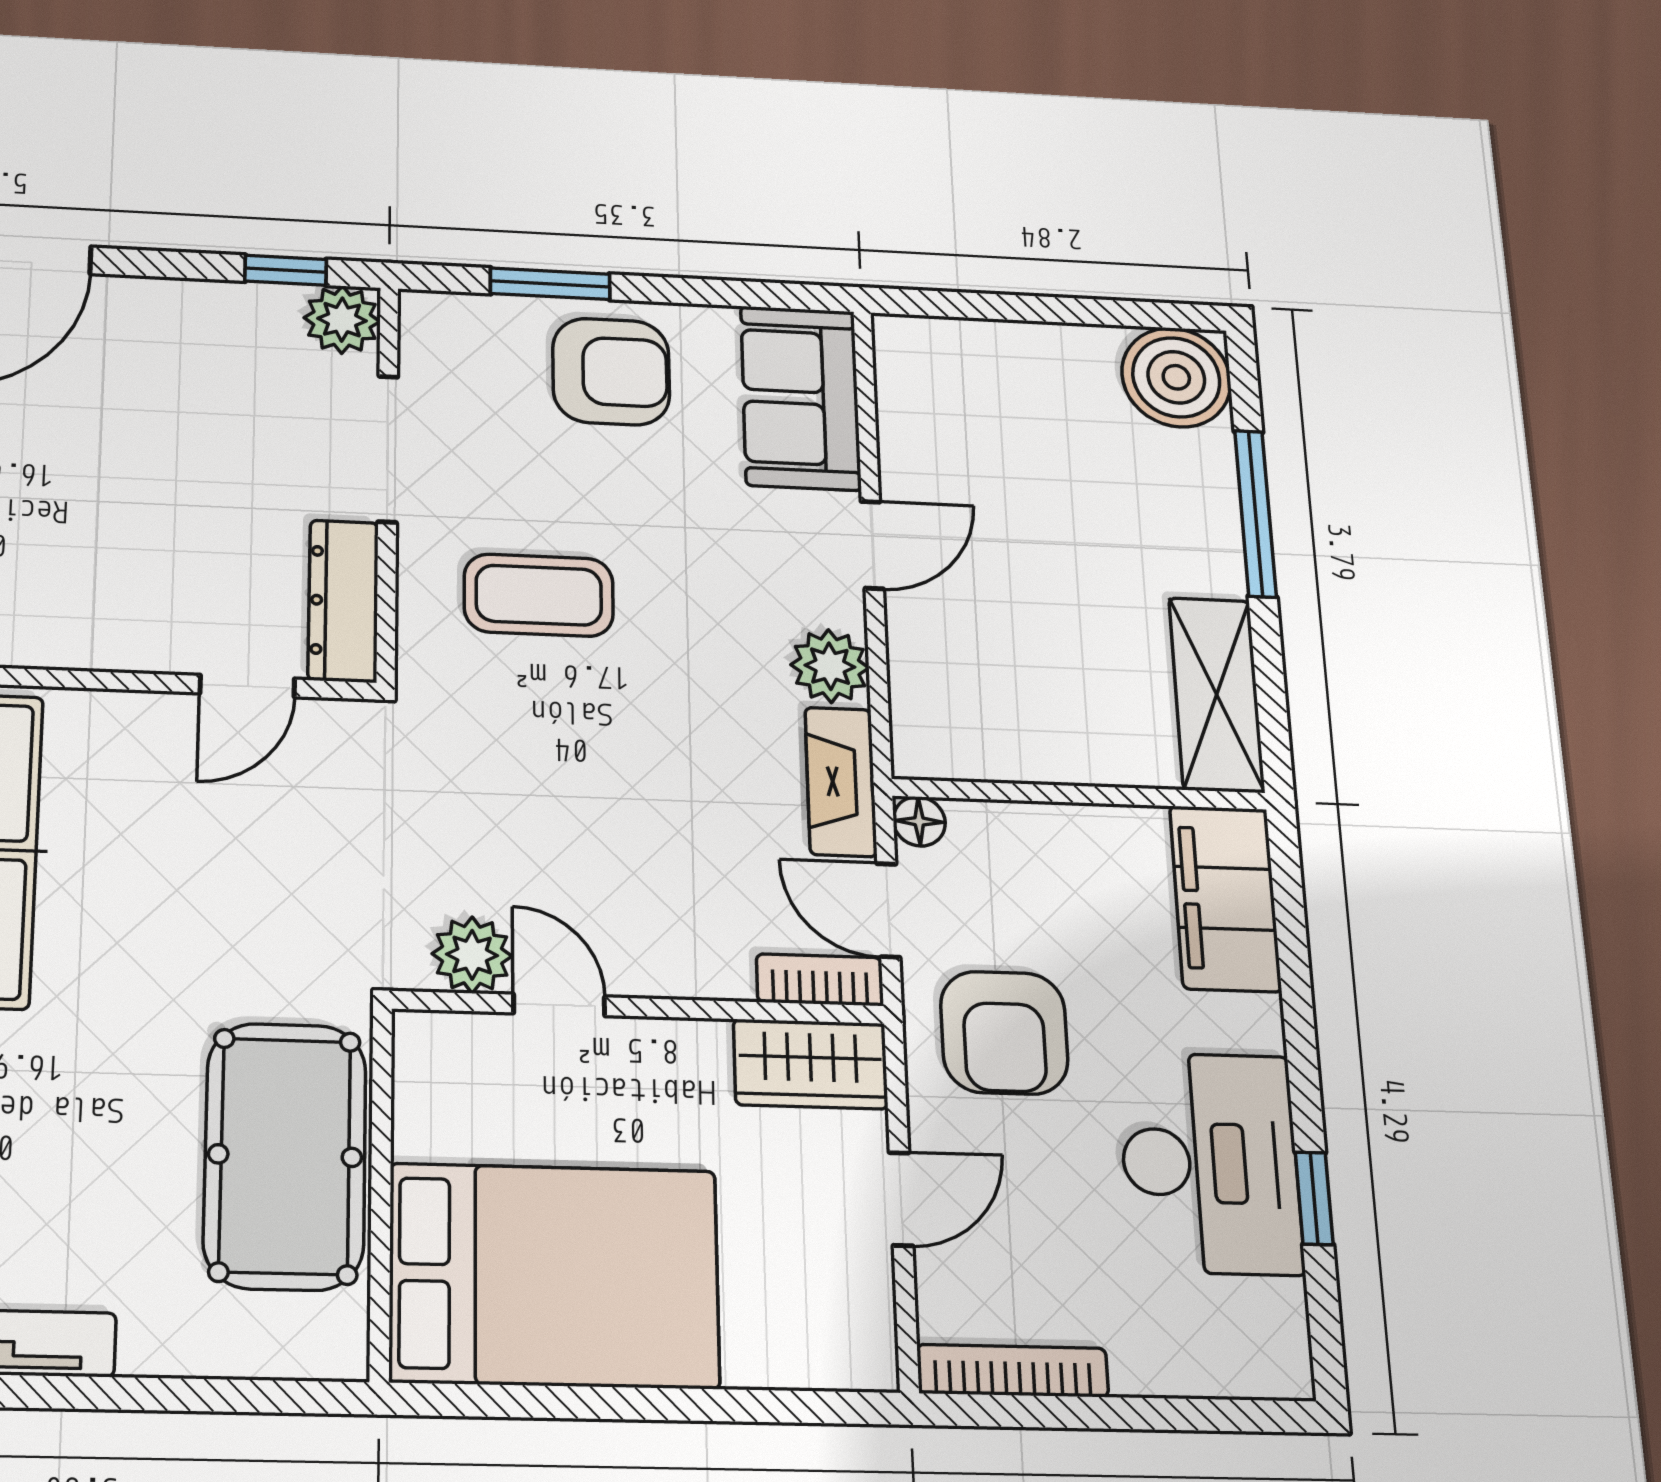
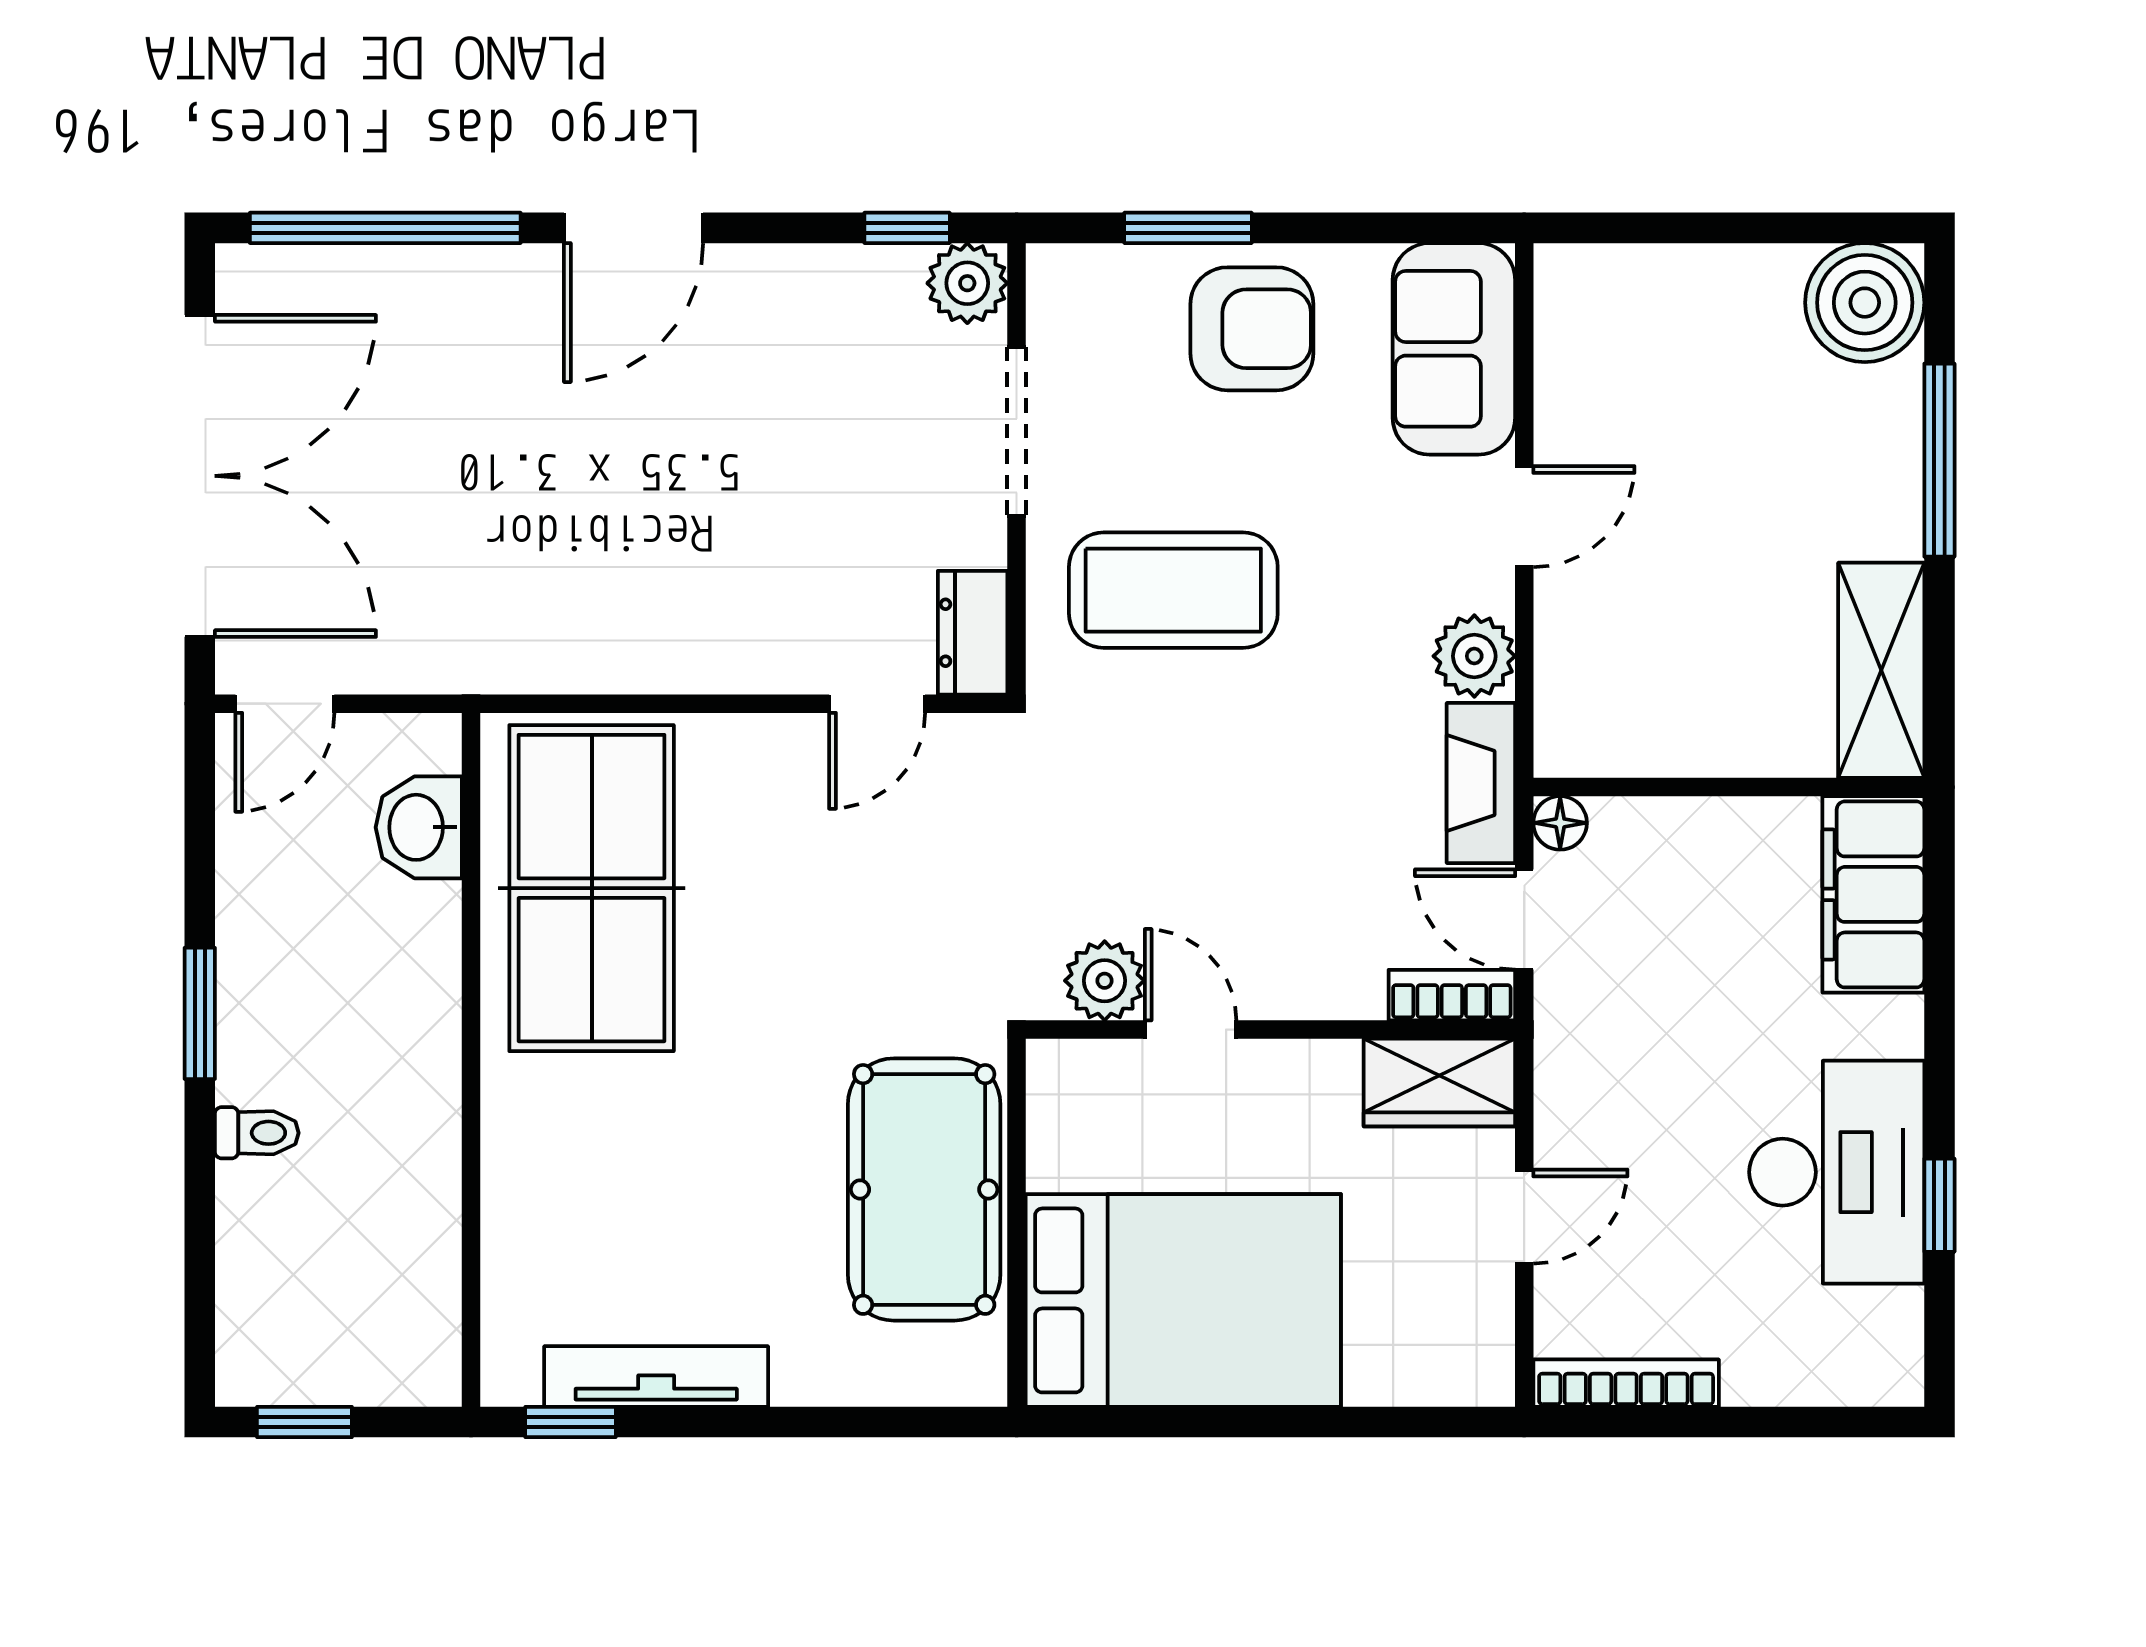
coffee table: (539, 595) -> (1173, 590), width x1.36, depth x1.32
dresser: (343, 601) -> (973, 633), width x0.70
armchair: (1004, 1033) -> (1636, 1044), removed

